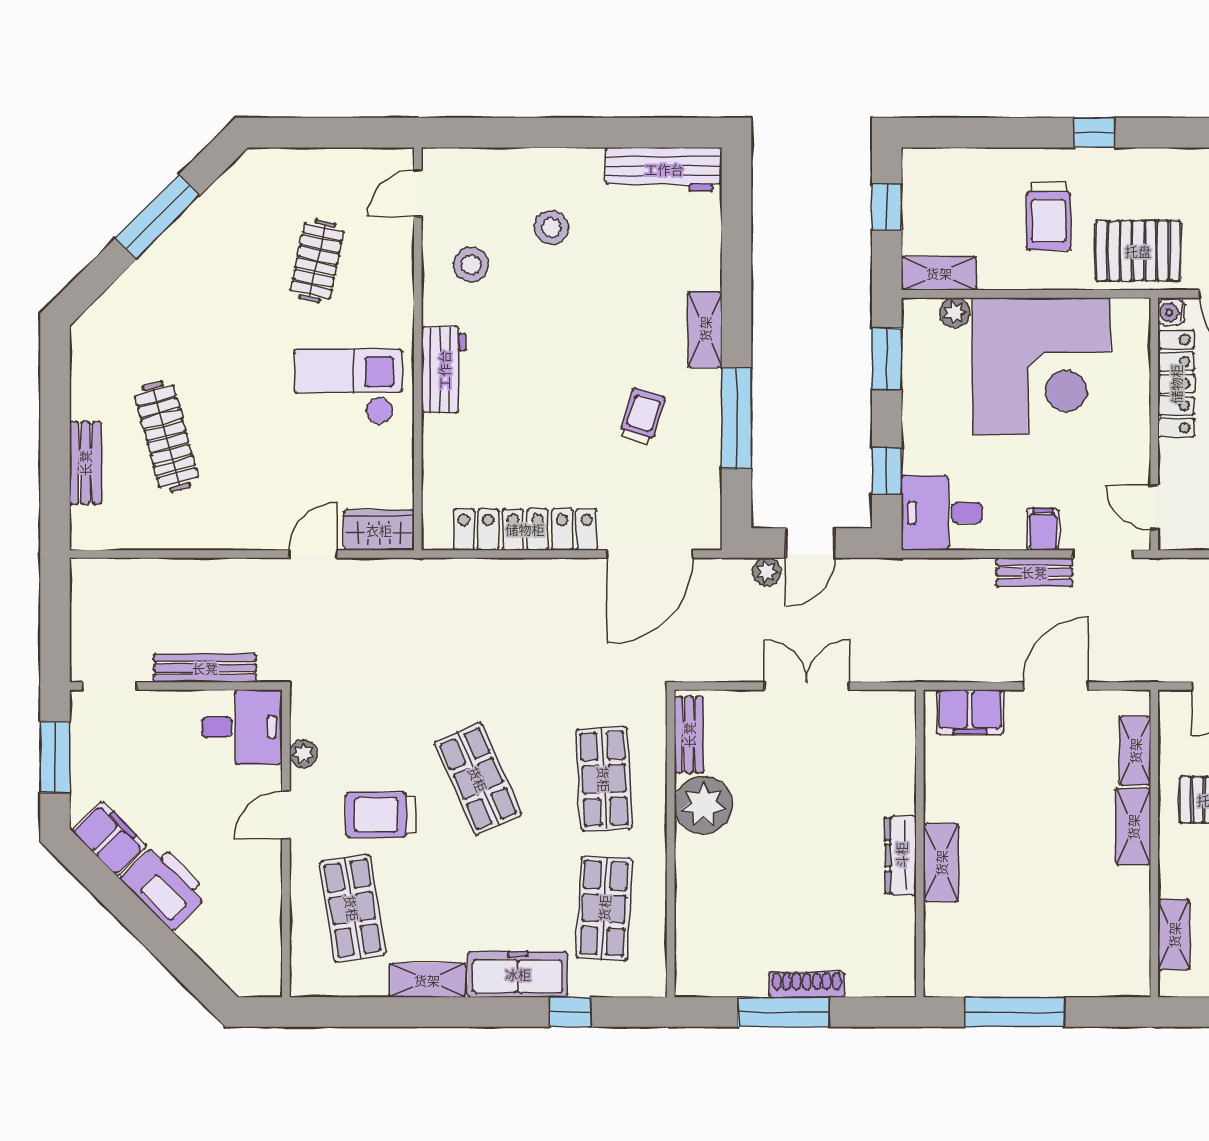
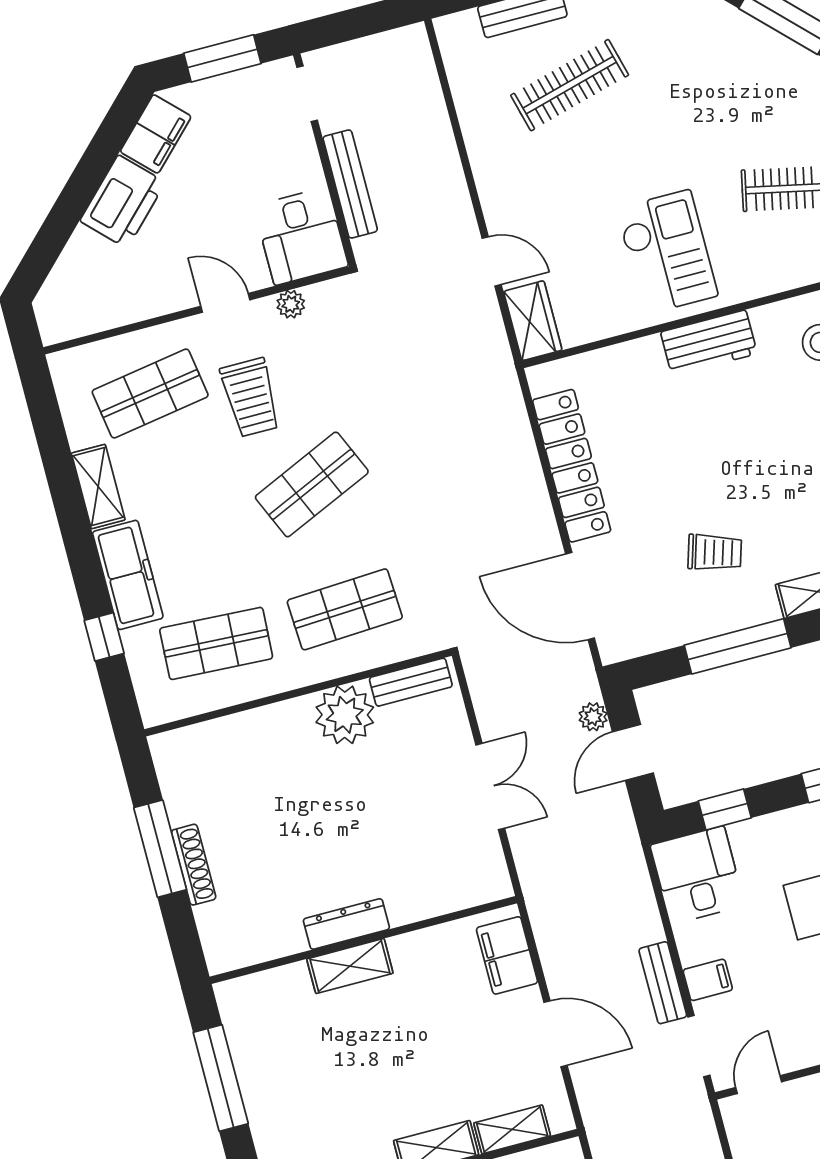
door: (810, 543) -> (633, 752), hinge flipped
trolley: (381, 815) -> (250, 397), turned 180

